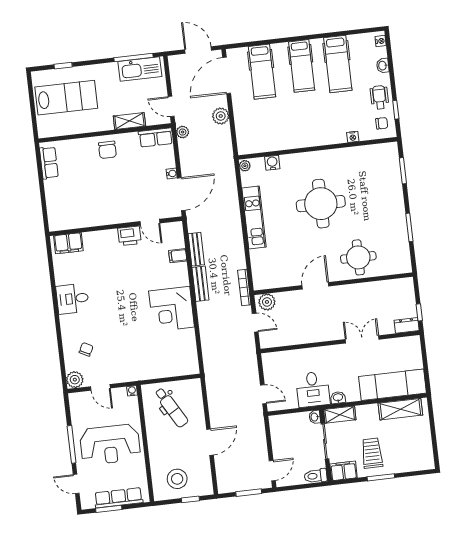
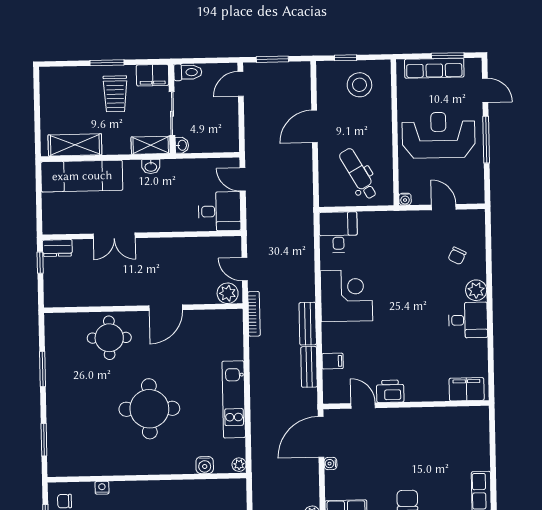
desk: (183, 359) -> (338, 232), added
plant: (75, 380) -> (476, 290), moved
desk: (313, 389) -> (220, 211), moved, turned 90

